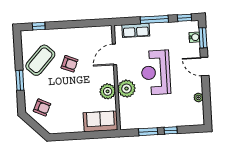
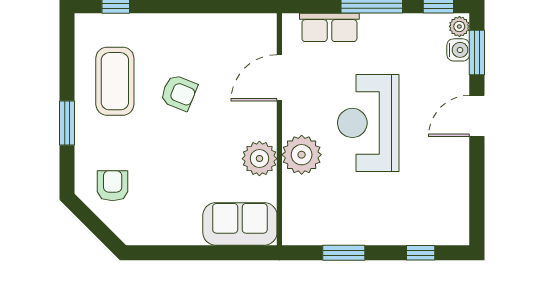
coffee table: (40, 60) -> (115, 81), turned -43
door: (205, 66) -> (477, 116), hinge flipped
plant: (198, 97) -> (459, 26), moved
armchair: (42, 107) -> (113, 186), turned -115
window: (171, 130) -> (421, 253), moved

